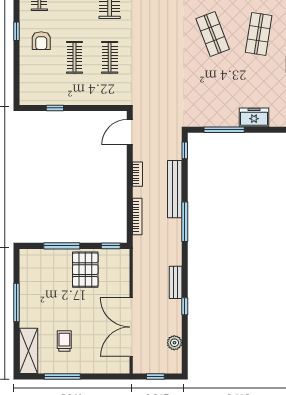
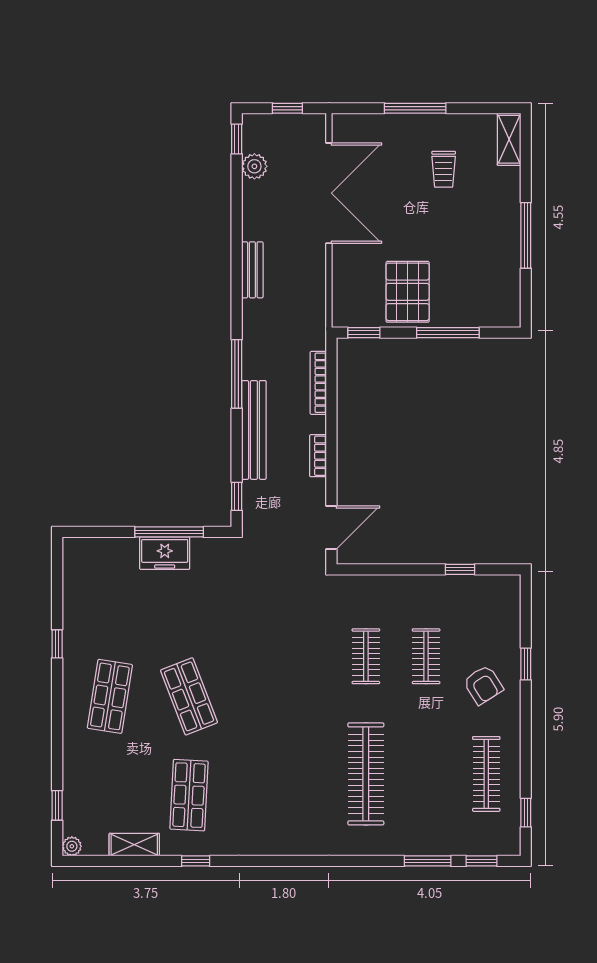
window: (16, 31) -> (526, 664), moved
armchair: (41, 41) -> (483, 685), turned 148
freezer: (254, 117) -> (165, 553), moved
window: (185, 306) -> (237, 139), moved
shelving: (28, 351) -> (509, 139), width x0.67, depth x0.75
window: (62, 377) -> (415, 108), moved

